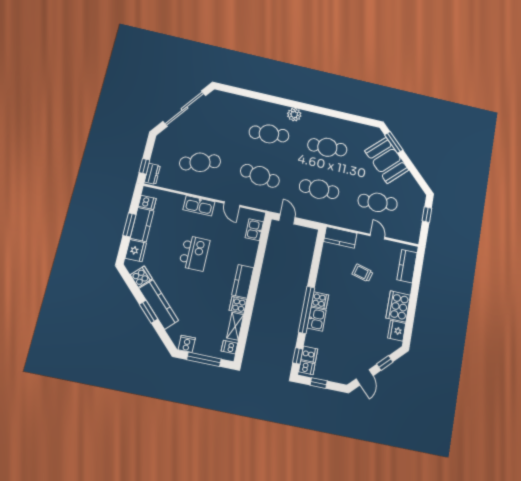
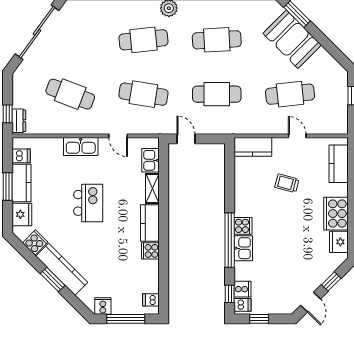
cafe table: (200, 162) -> (70, 94), turned 39
shelving: (235, 326) -> (152, 188), moved

